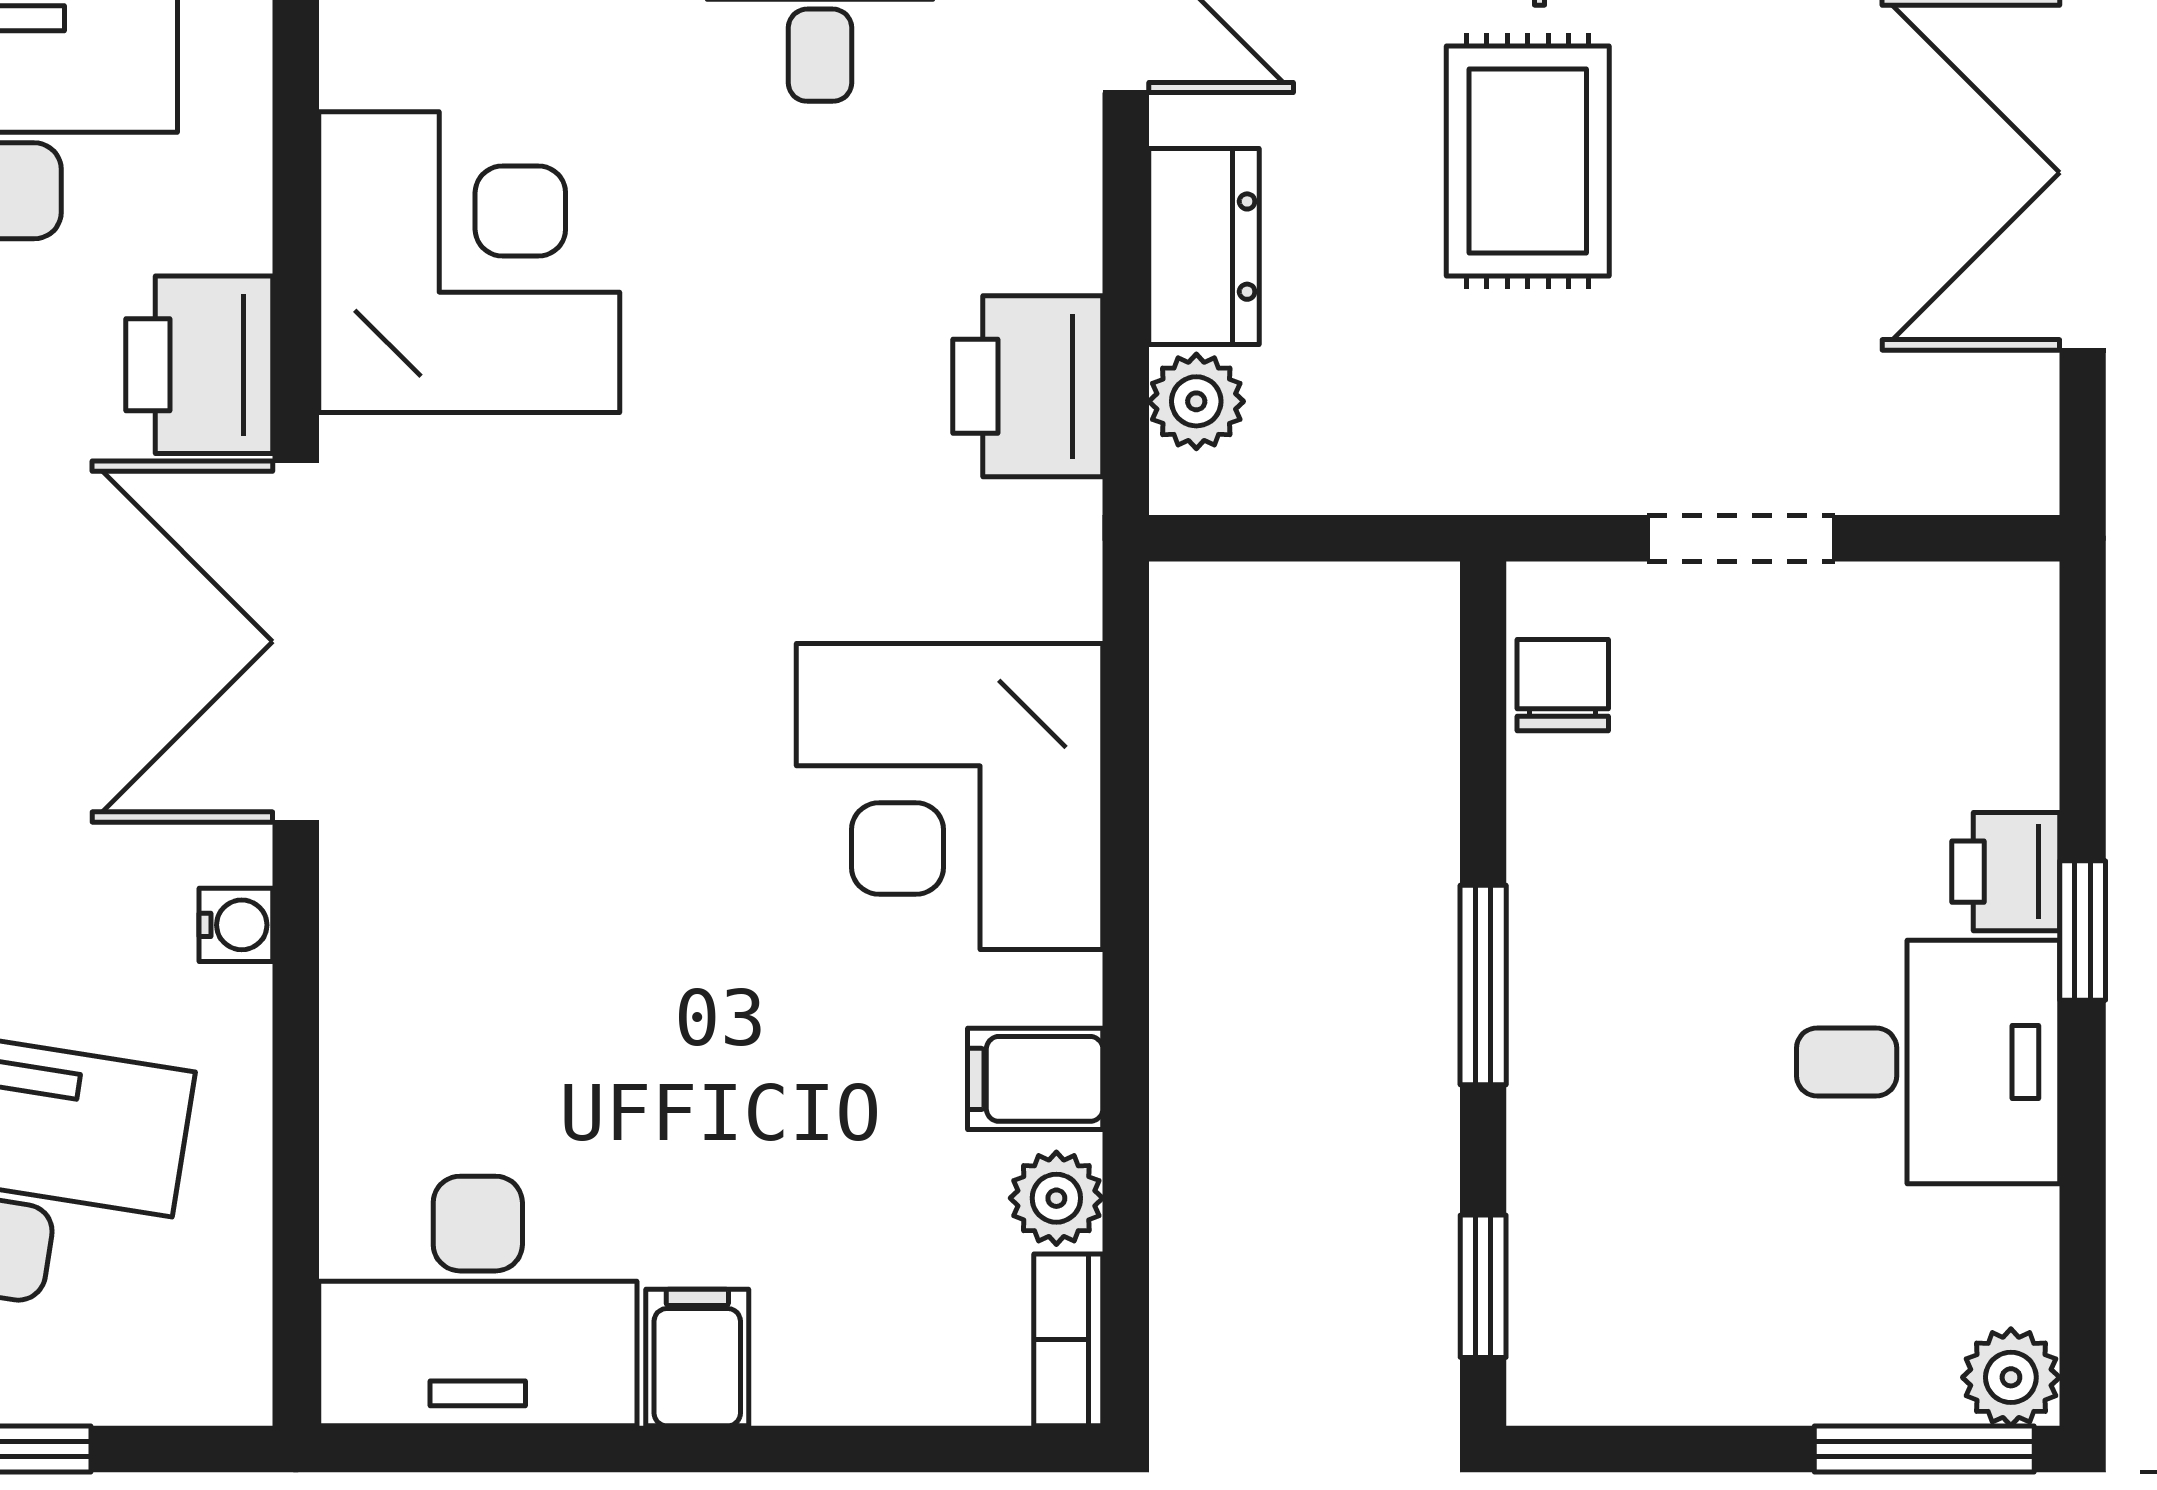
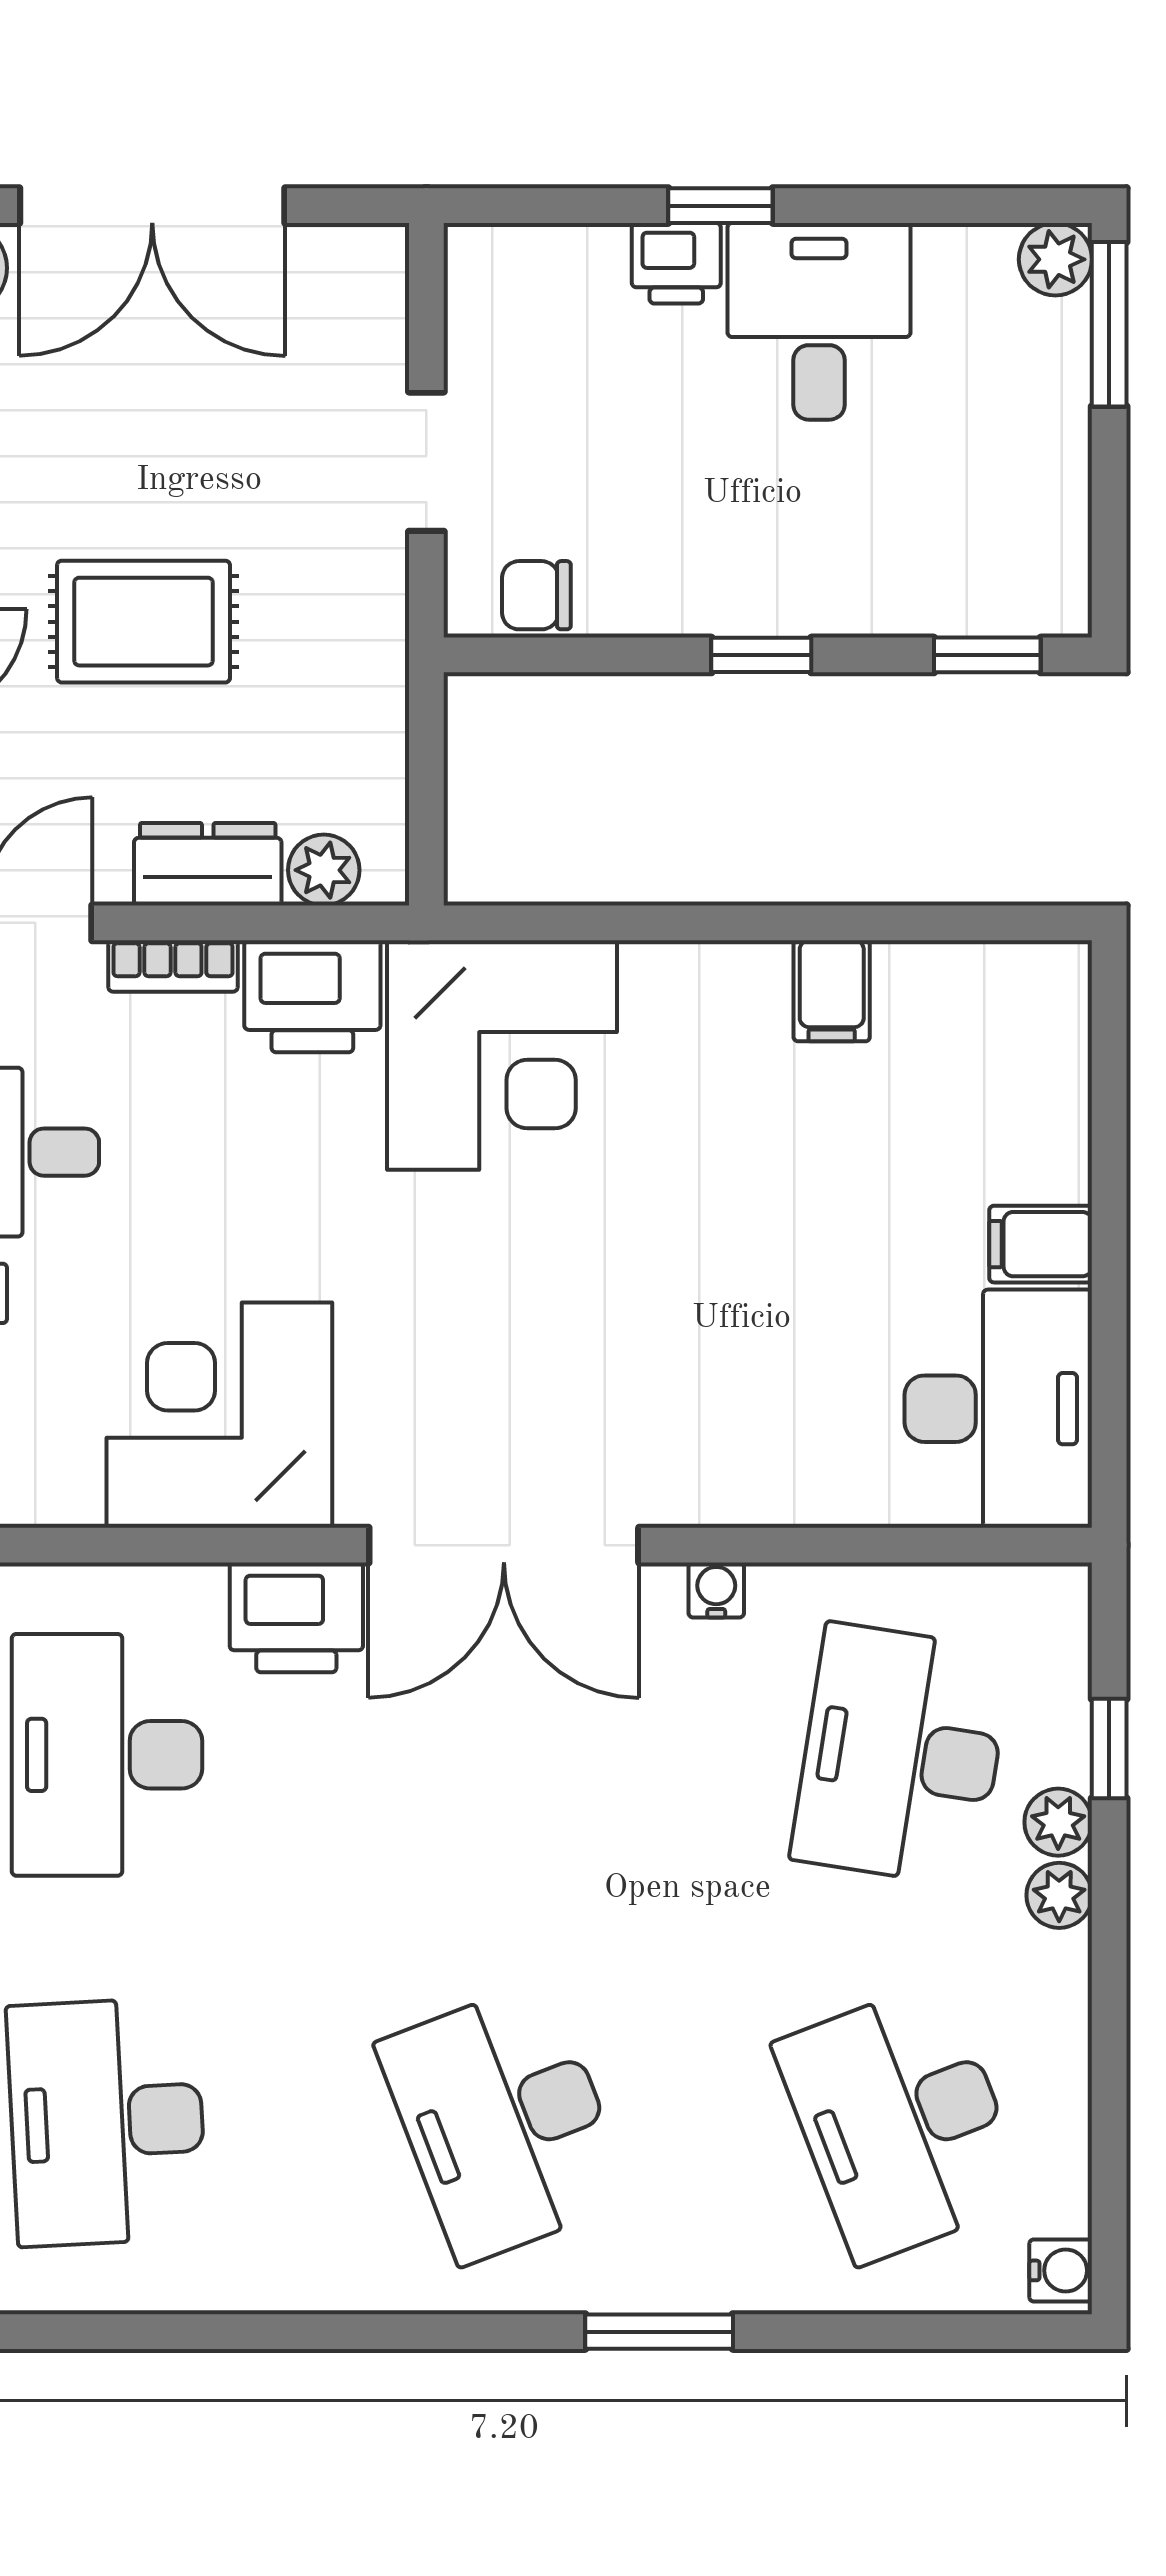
corner desk: (950, 796) -> (502, 1055), moved
window: (1483, 985) -> (761, 655), width x0.67
plant: (1056, 1198) -> (921, 975), removed
bookcase: (1068, 1340) -> (173, 966), moved

